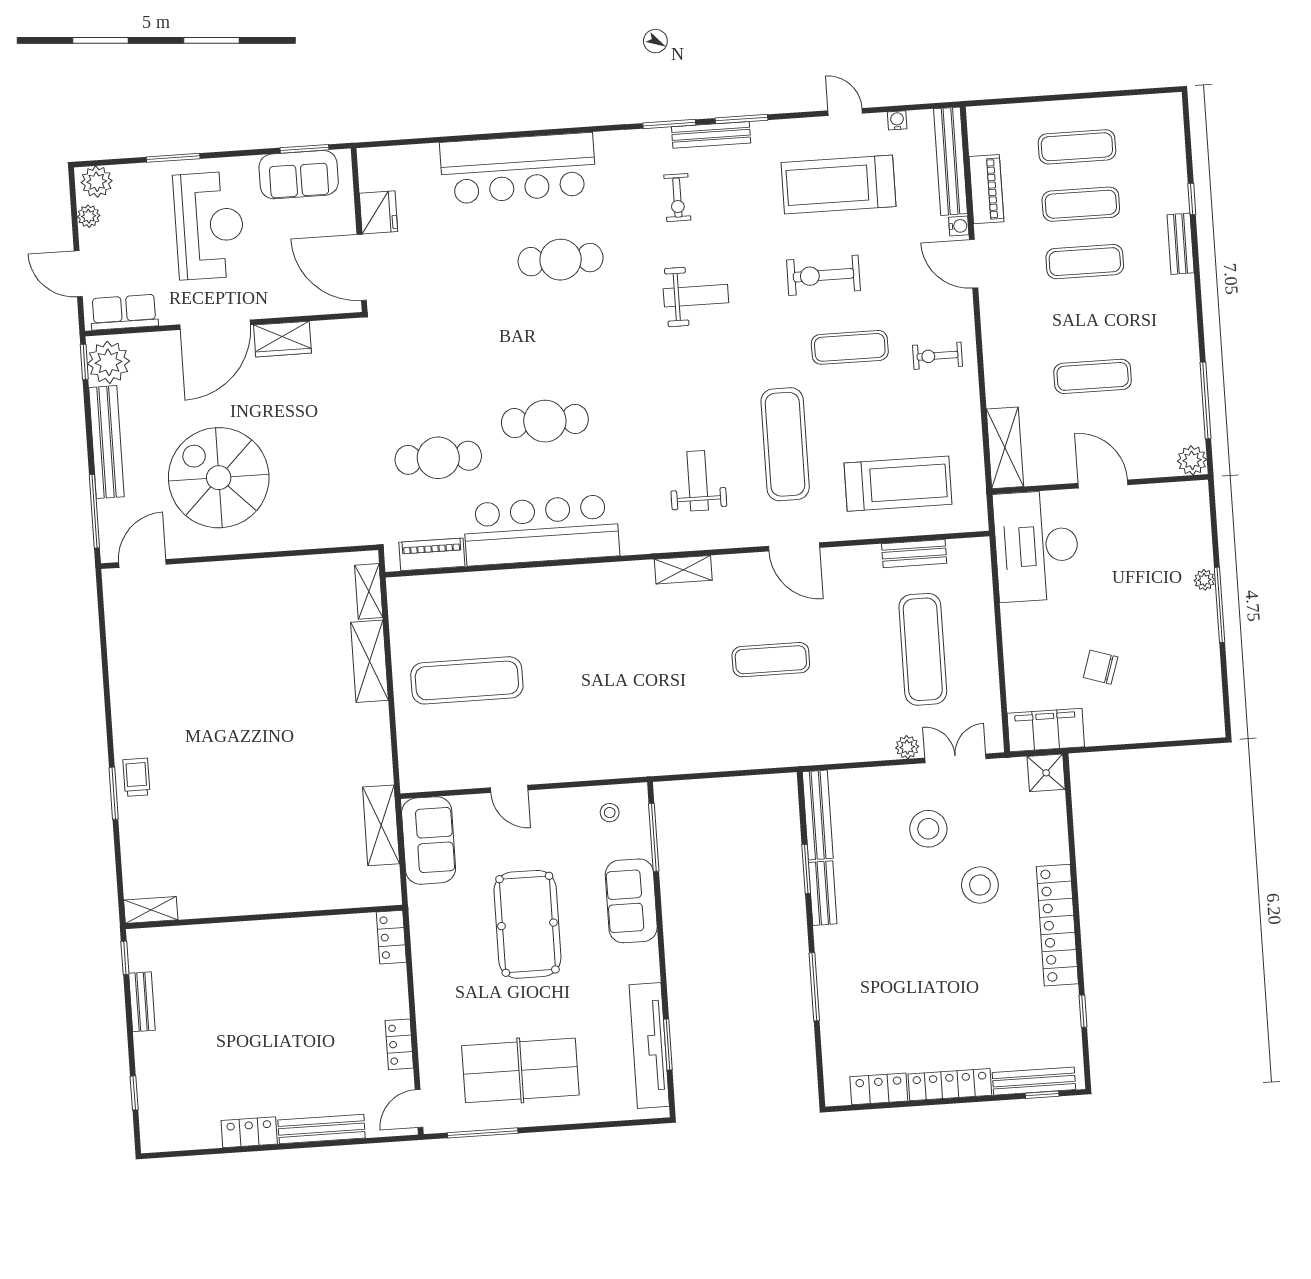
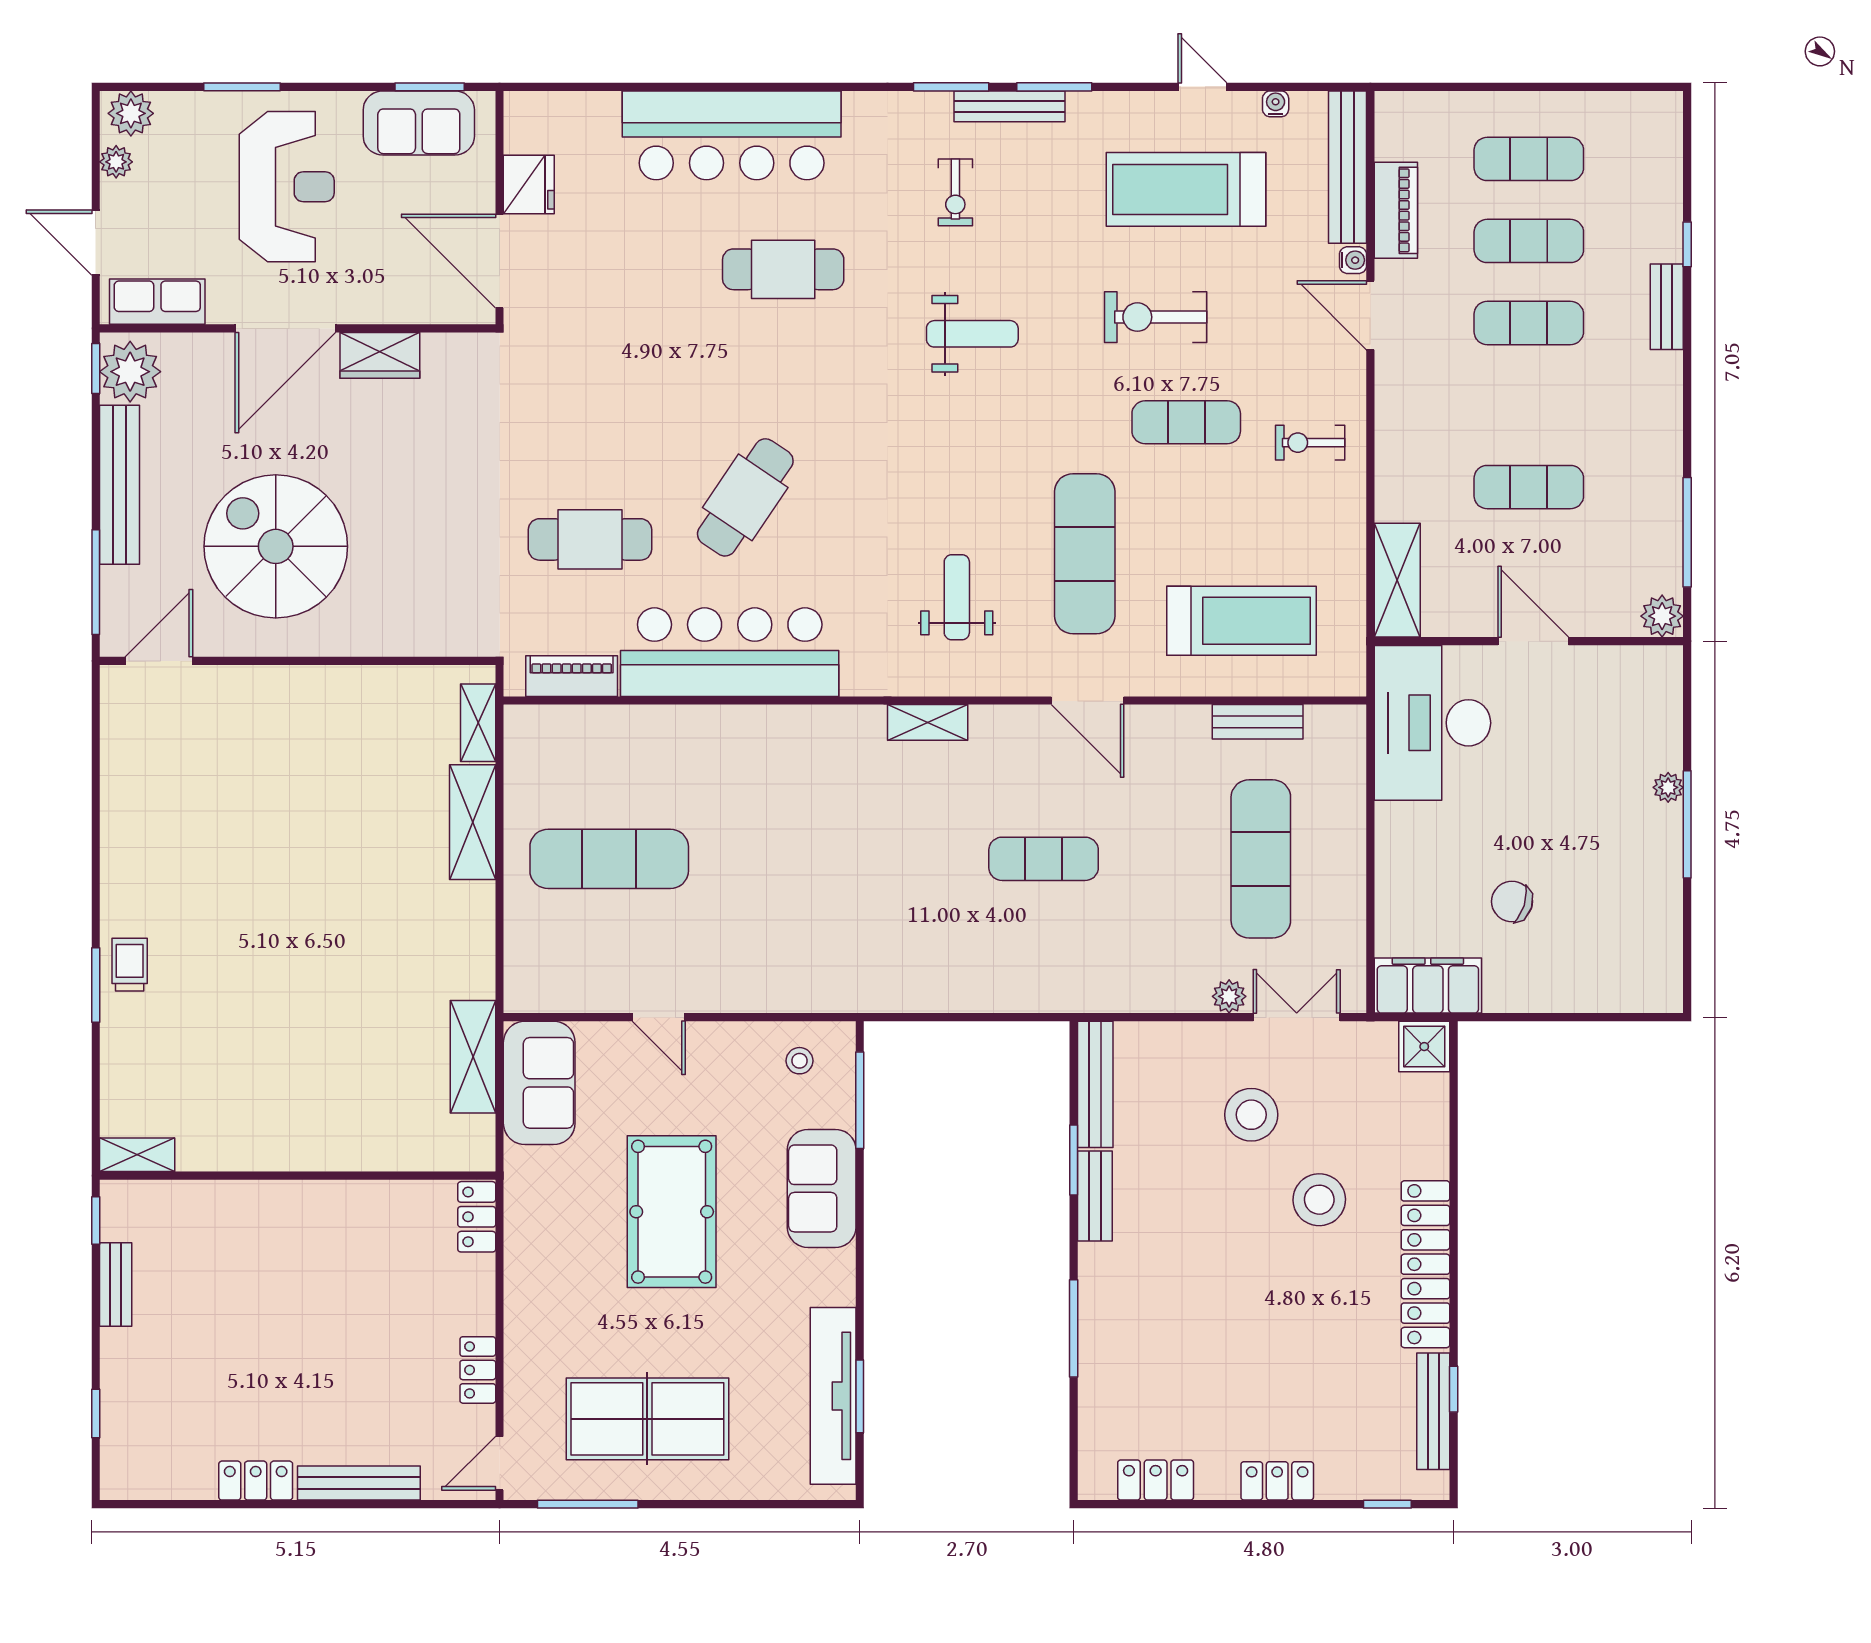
cafe table: (545, 421) -> (745, 497), turned -56
bench: (1034, 1081) -> (1433, 1411), moved, turned 90
locker: (950, 1085) -> (1277, 1481), width x0.66

